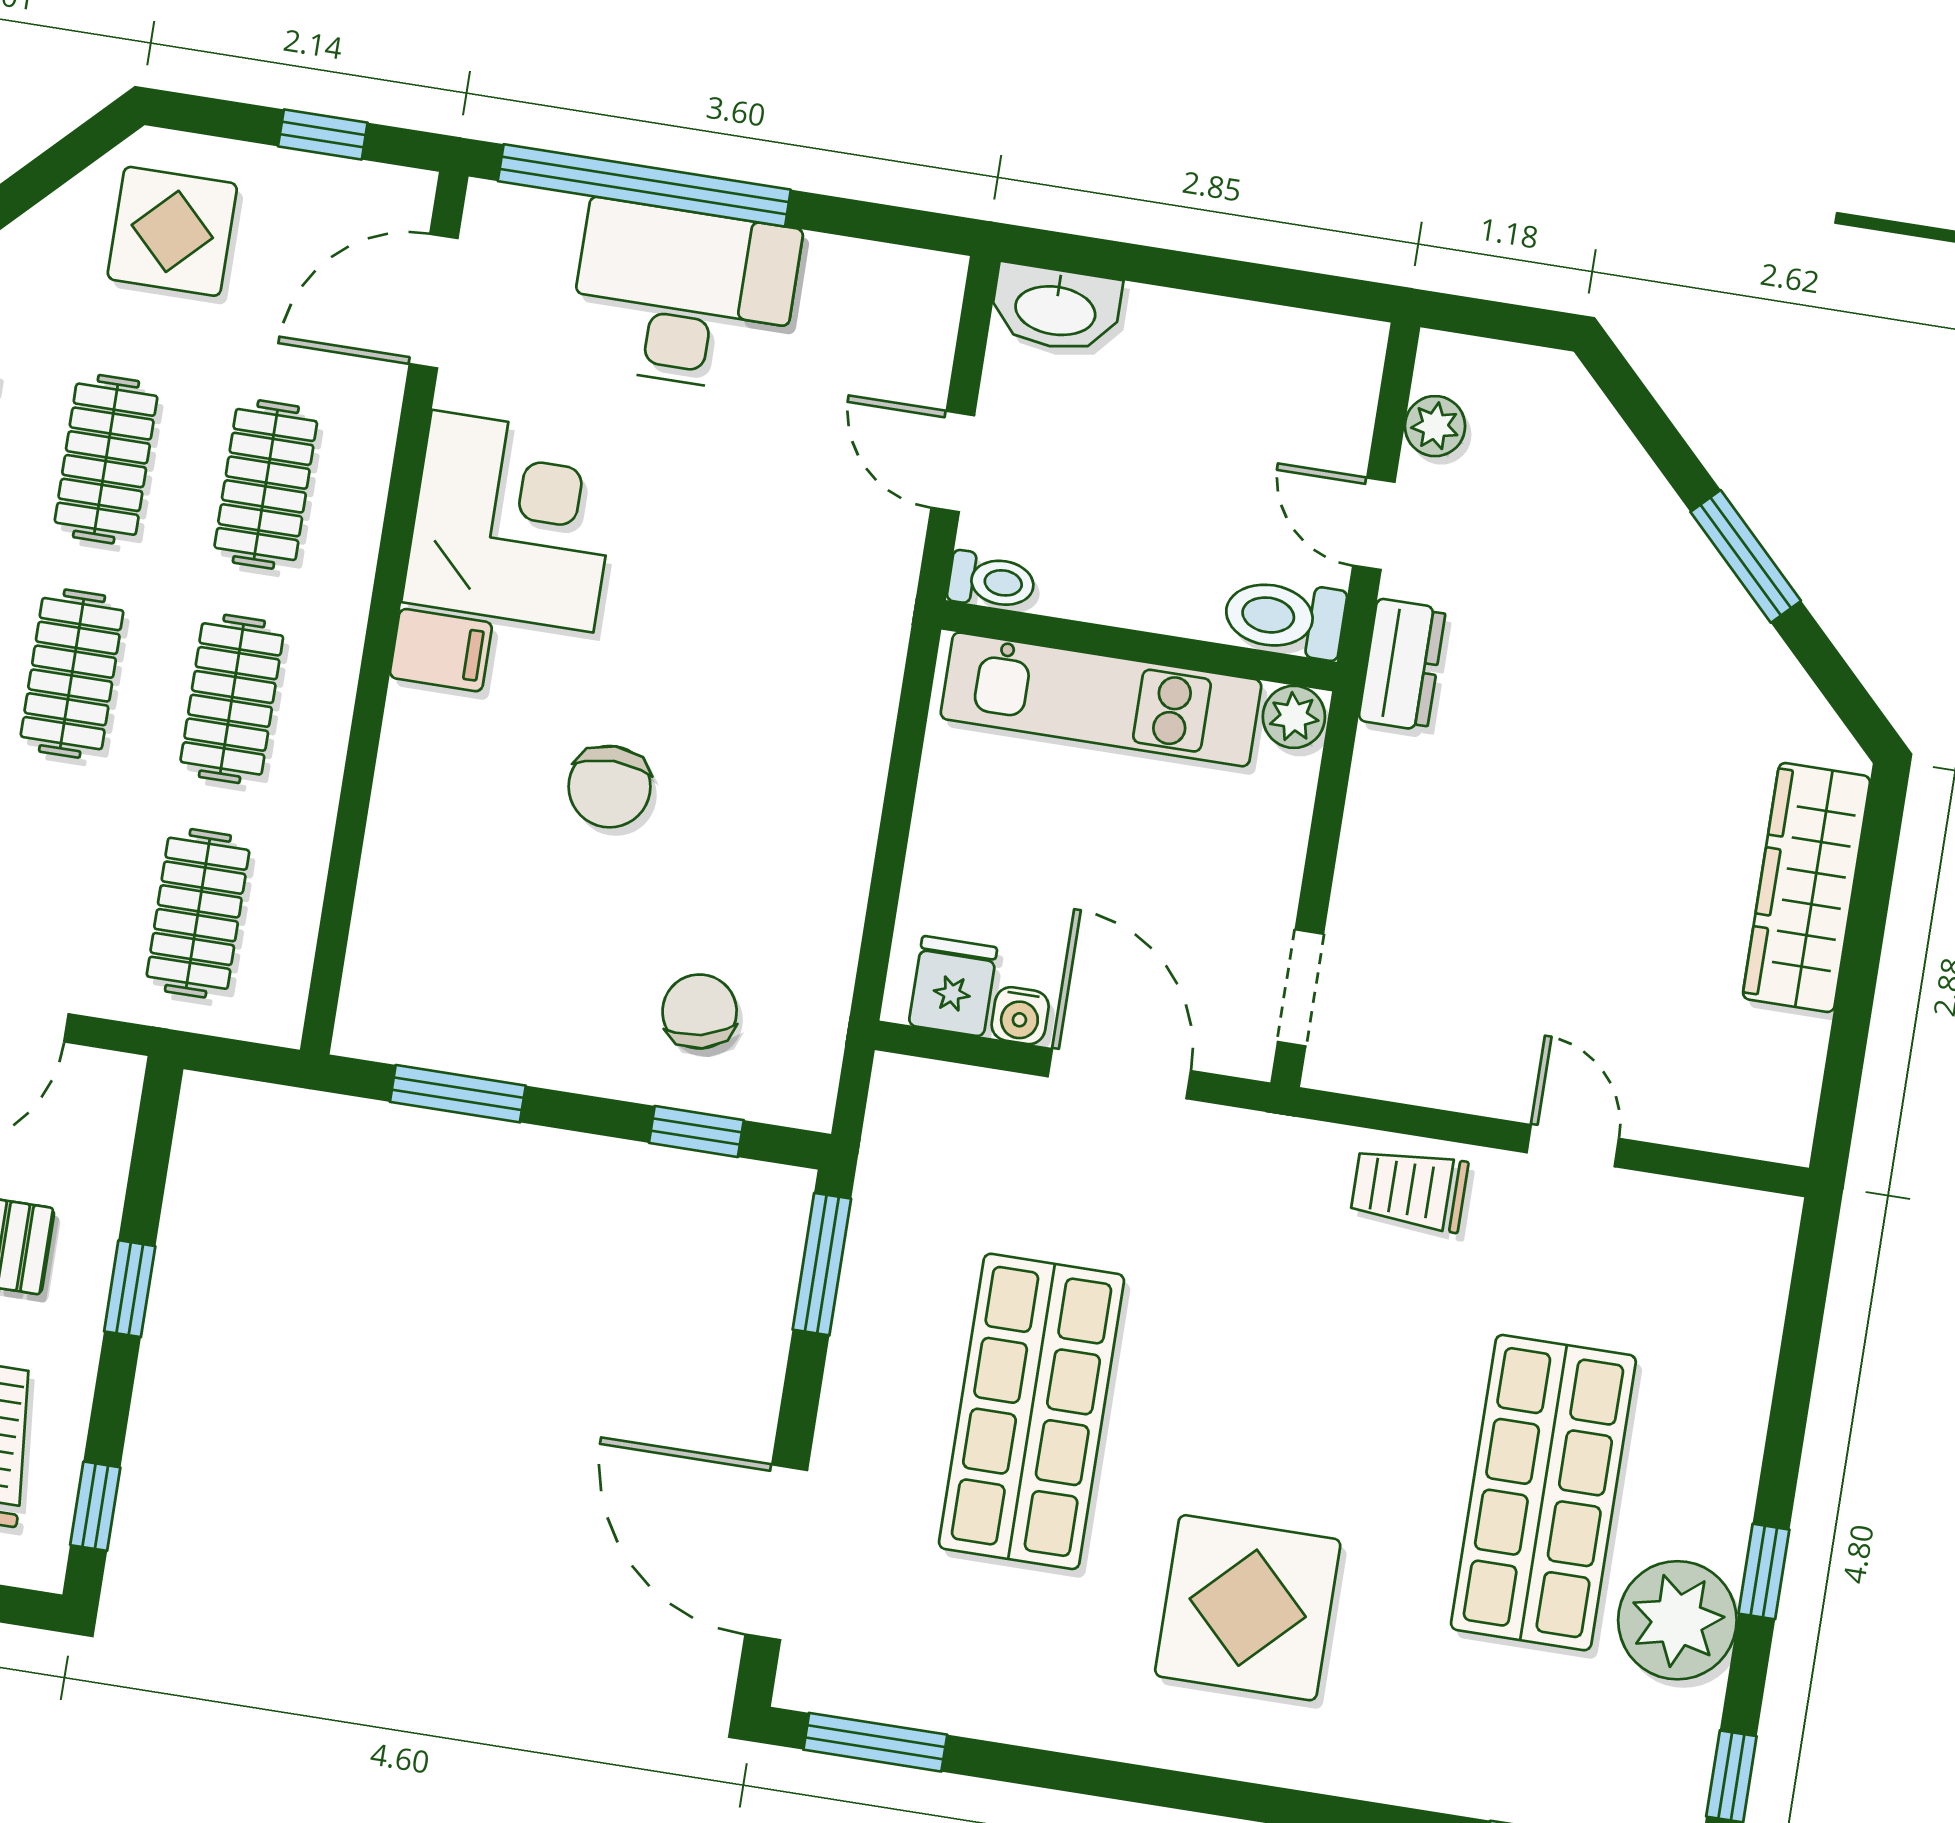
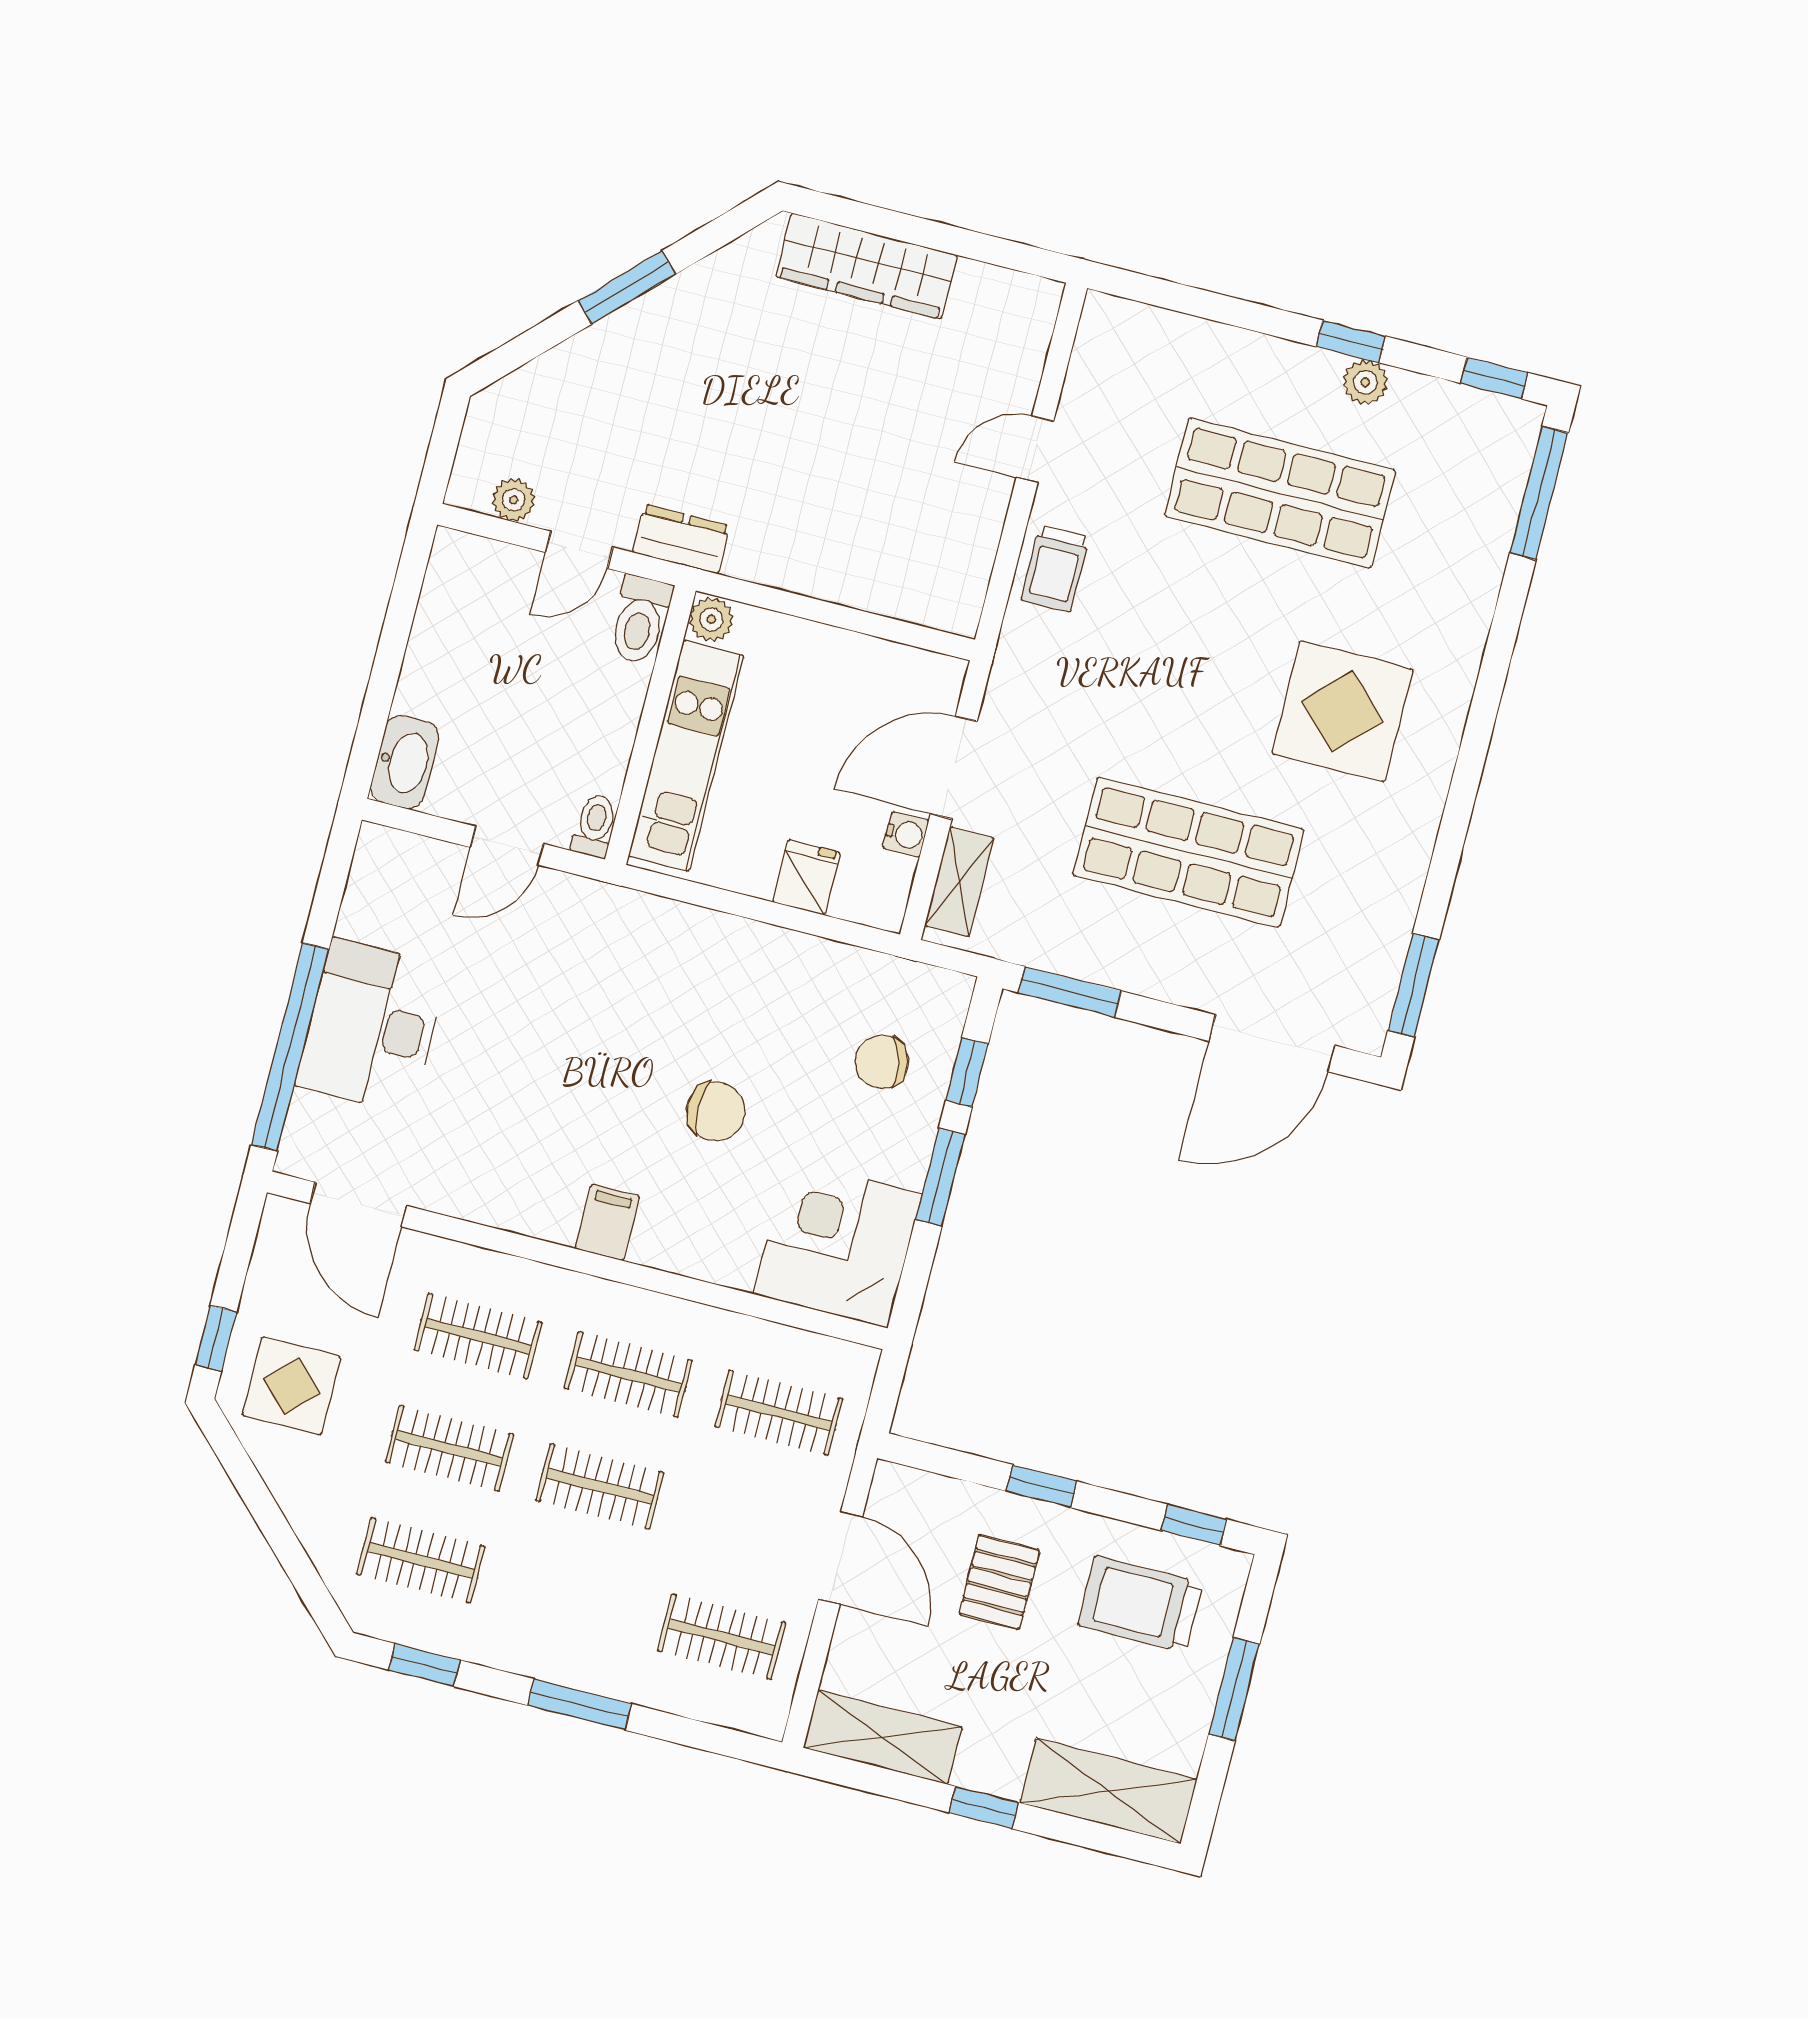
window: (323, 135) -> (216, 1338), moved
corner desk: (512, 521) -> (838, 1244), moved
fridge: (953, 986) -> (806, 877), moved, turned 90
doorway: (1300, 988) -> (905, 633), removed
window: (458, 1094) -> (940, 1177), moved
shelving: (961, 1096) -> (959, 882), added
plant: (1677, 1620) -> (1365, 382), width x0.53, depth x0.53

